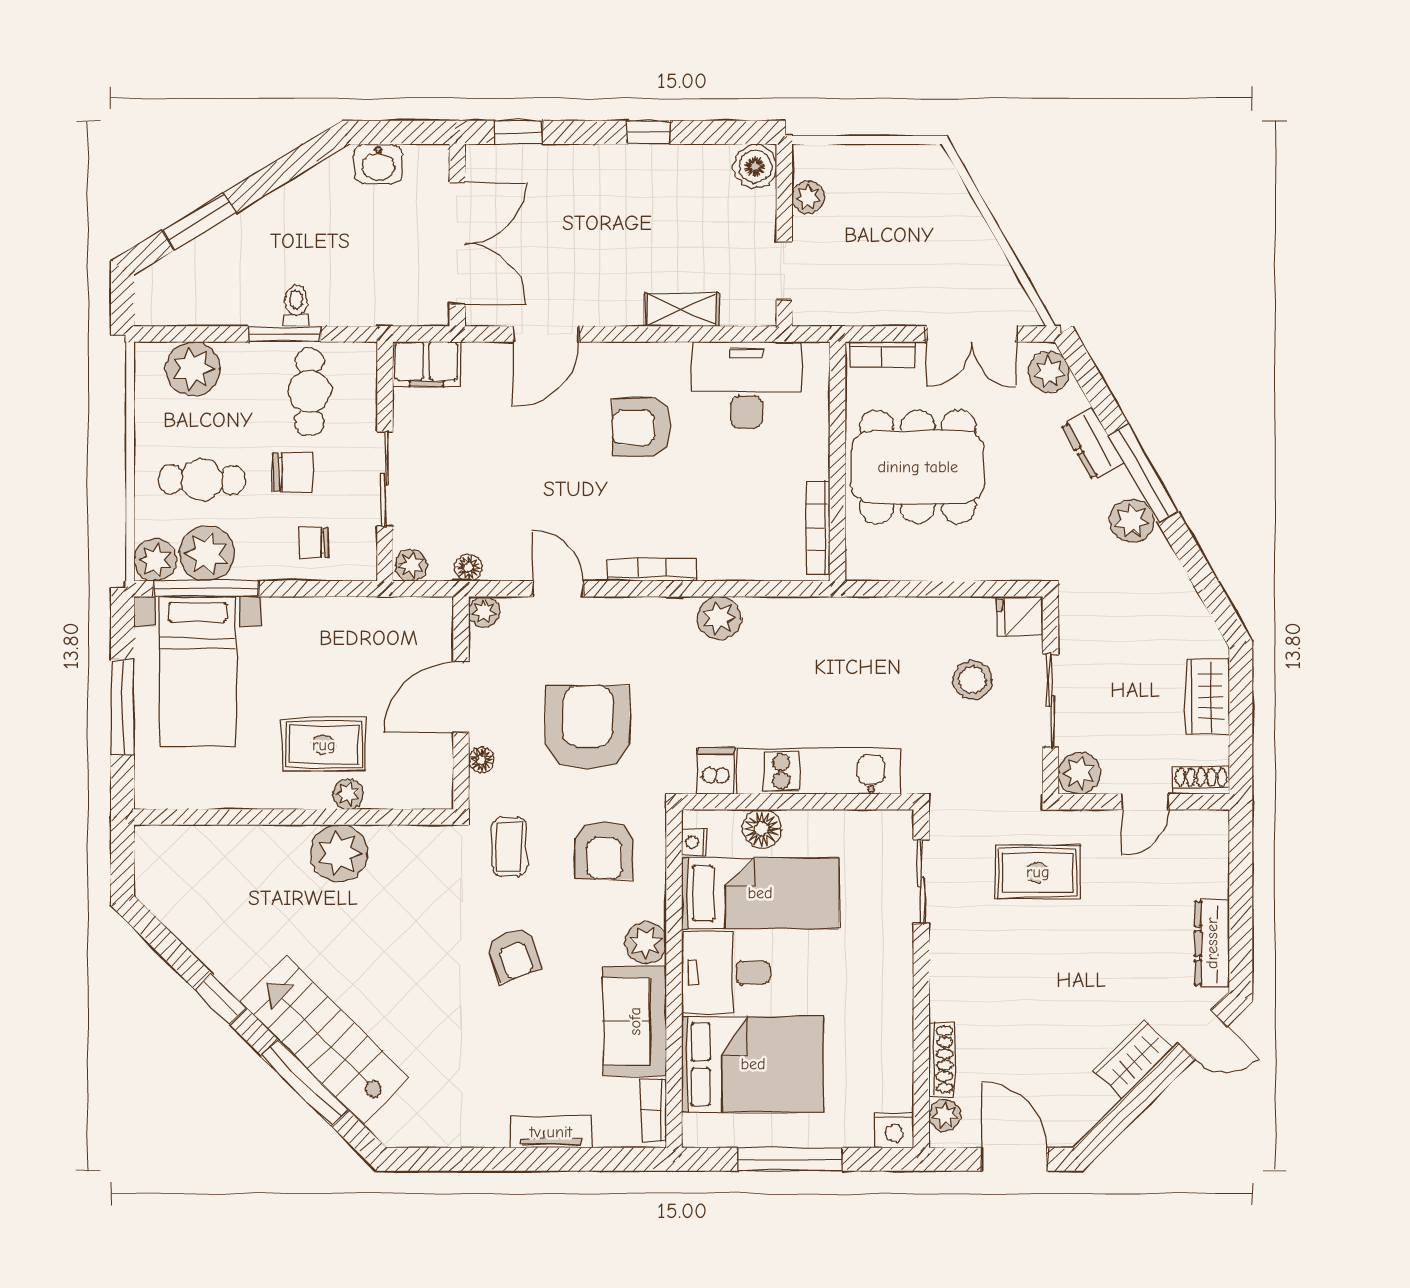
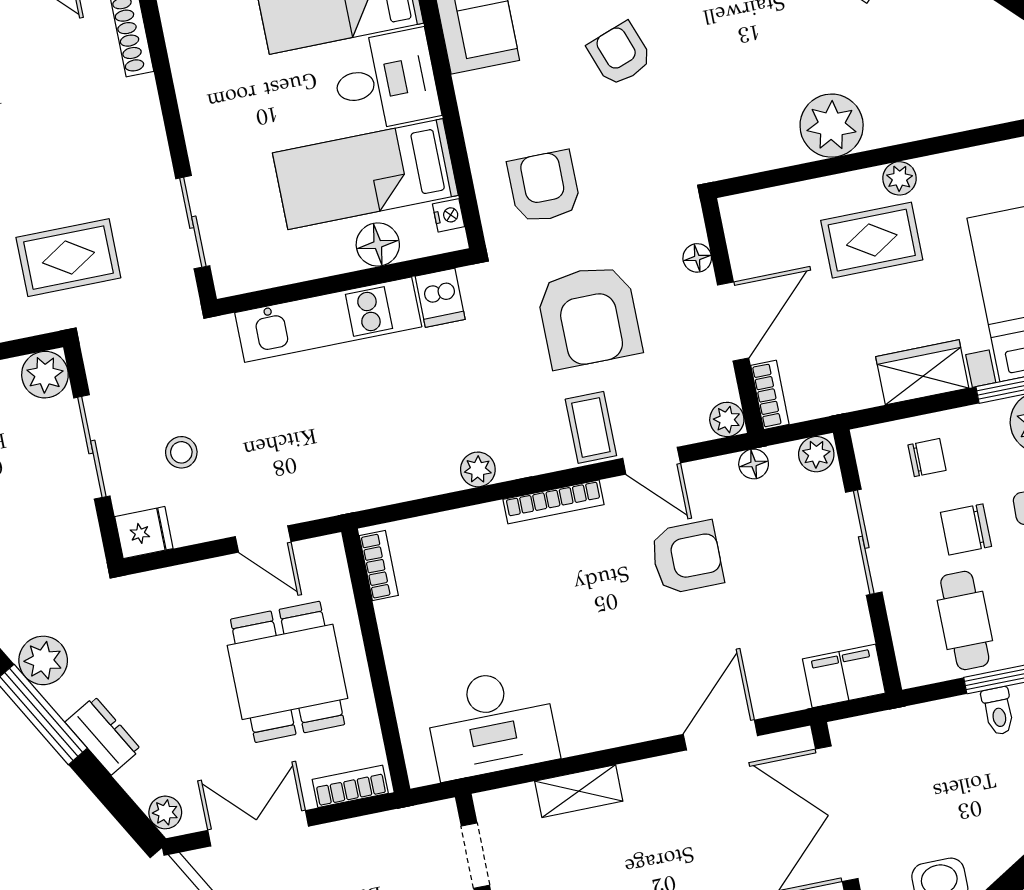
plant: (1049, 372) -> (165, 812), width x0.73, depth x0.73
armchair: (642, 427) -> (687, 557), moved
dining table: (918, 467) -> (288, 672), width x0.73
bookcase: (818, 528) -> (379, 565), width x0.64
door: (916, 589) -> (263, 539), added
plant: (719, 618) -> (478, 469), width x0.73, depth x0.73
wardrobe: (303, 619) -> (922, 372), added
bookcase: (442, 626) -> (770, 395), added
stool: (972, 680) -> (181, 452), width x0.73, depth x0.73
plant: (348, 794) -> (899, 178), moved
coffee table: (509, 847) -> (591, 427), moved
plant: (646, 943) -> (479, 95), removed

